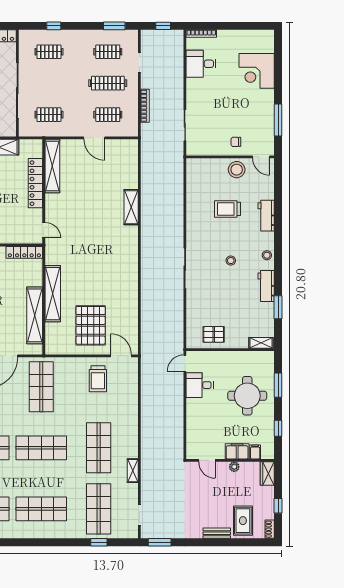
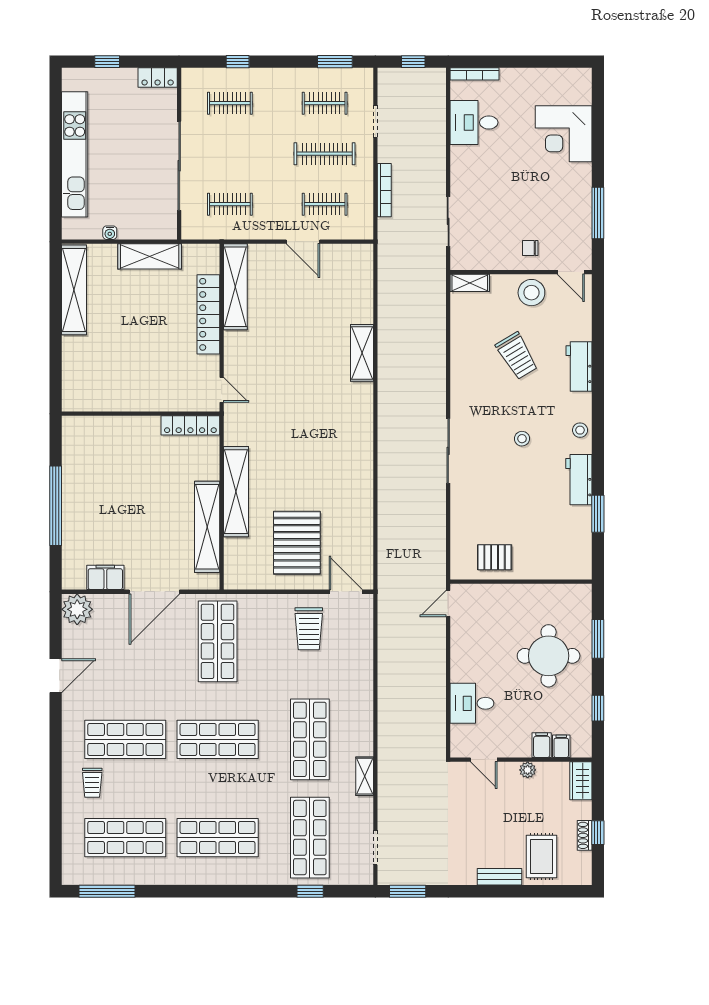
trolley: (228, 209) -> (517, 356), turned -121
shelving: (261, 343) -> (470, 283), moved
desk: (200, 385) -> (472, 703), moved
filing cabinet: (237, 451) -> (542, 745), width x0.50
shoe rack: (270, 529) -> (585, 835), moved

